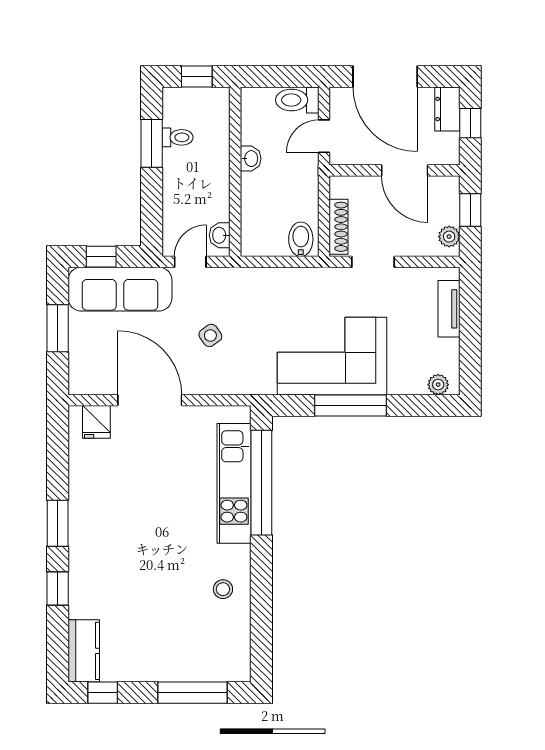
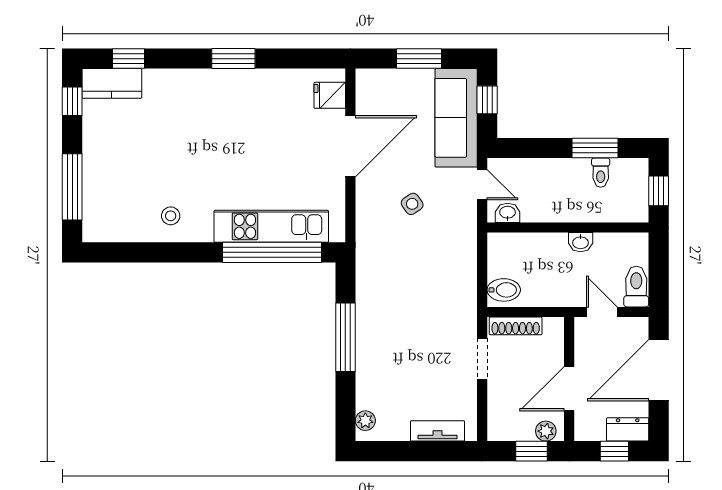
plant: (449, 237) -> (546, 431), moved
corner sofa: (332, 356) -> (393, 320), removed
window: (58, 589) -> (128, 59), moved

